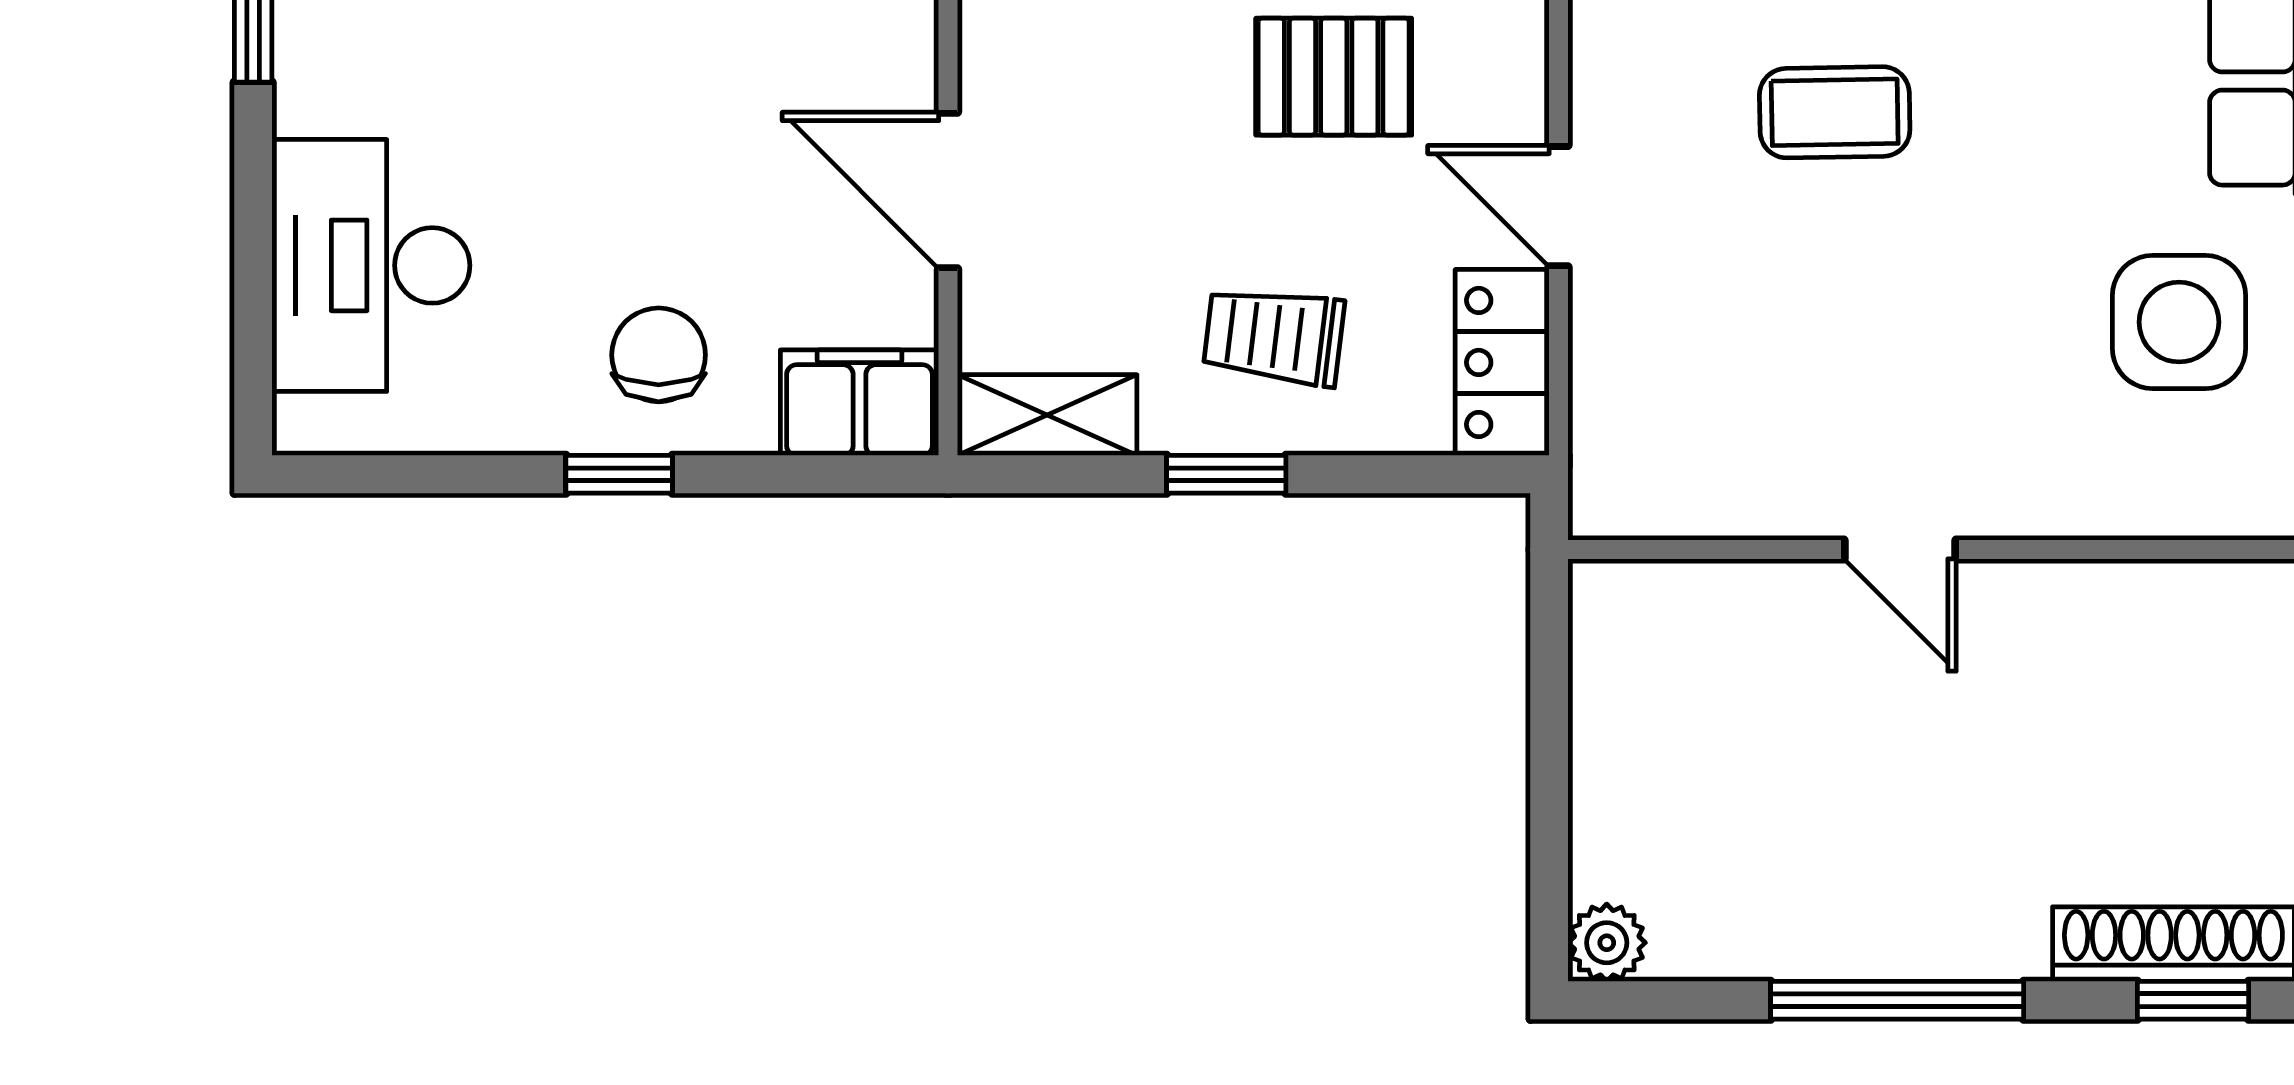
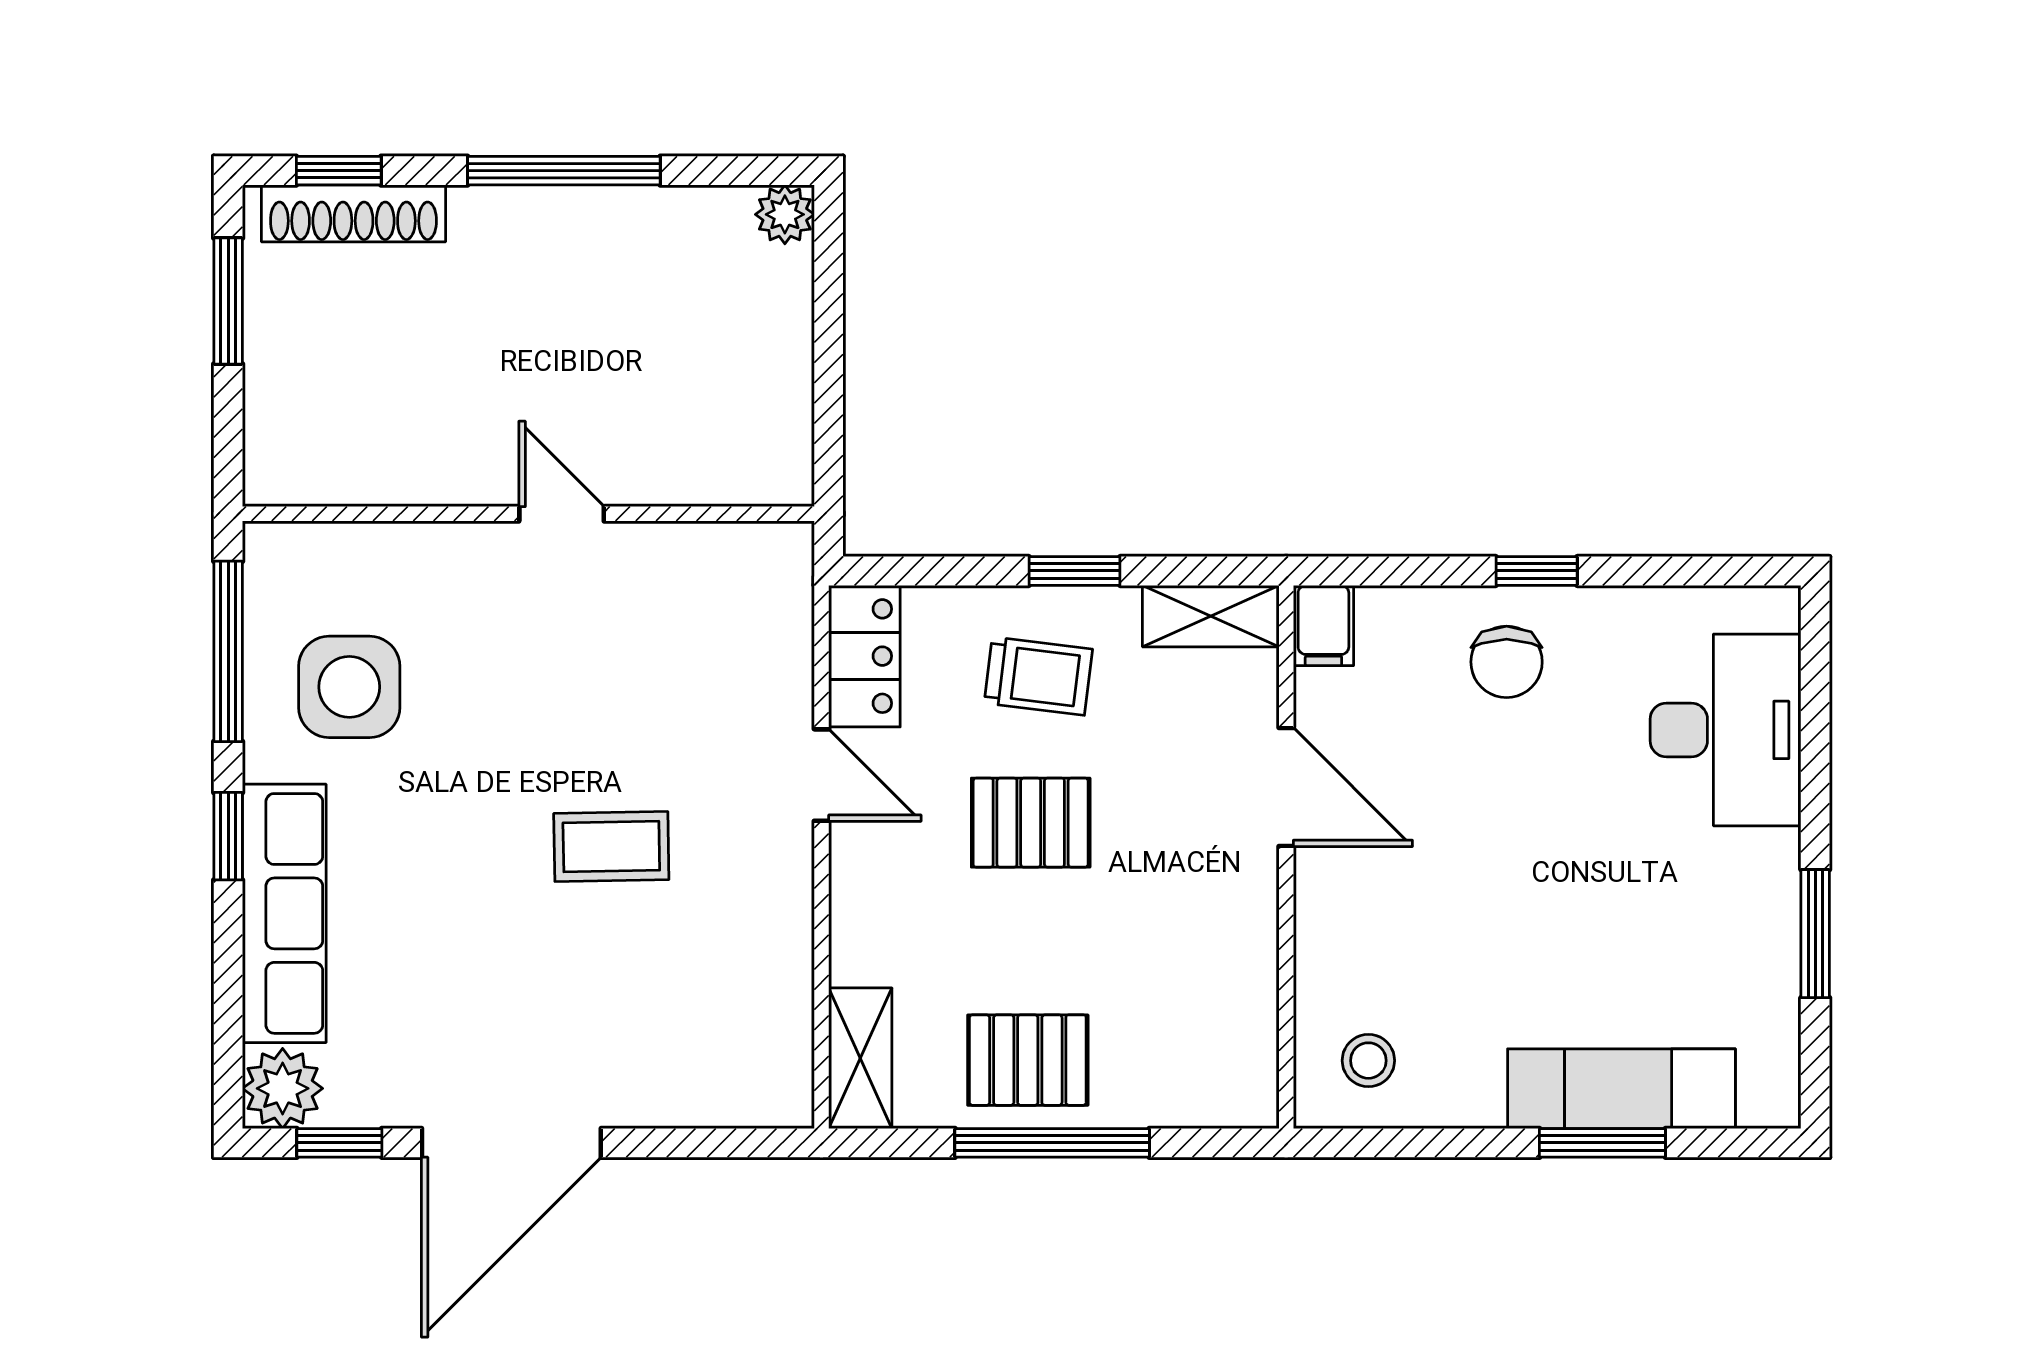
pallet: (1334, 77) -> (1031, 823), moved
filing cabinet: (859, 403) -> (1323, 625), width x0.50

